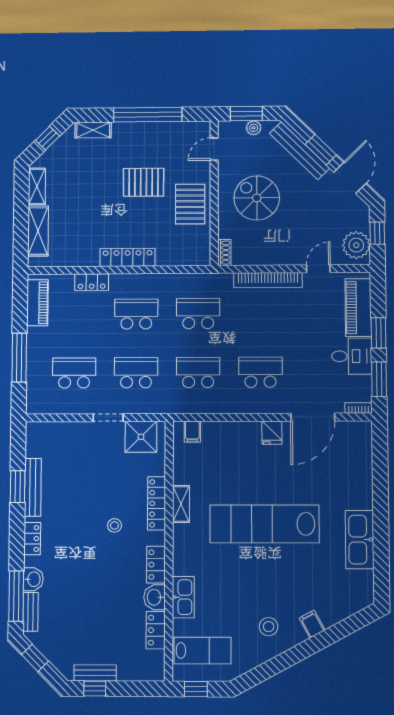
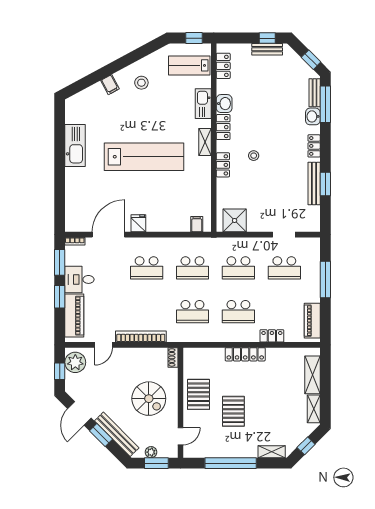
pallet: (144, 182) -> (233, 411), turned 90
doorway: (108, 418) -> (284, 235), moved
locker: (157, 503) -> (223, 165), width x0.66
shelving: (181, 504) -> (205, 142), moved
locker: (156, 630) -> (223, 66), moved

